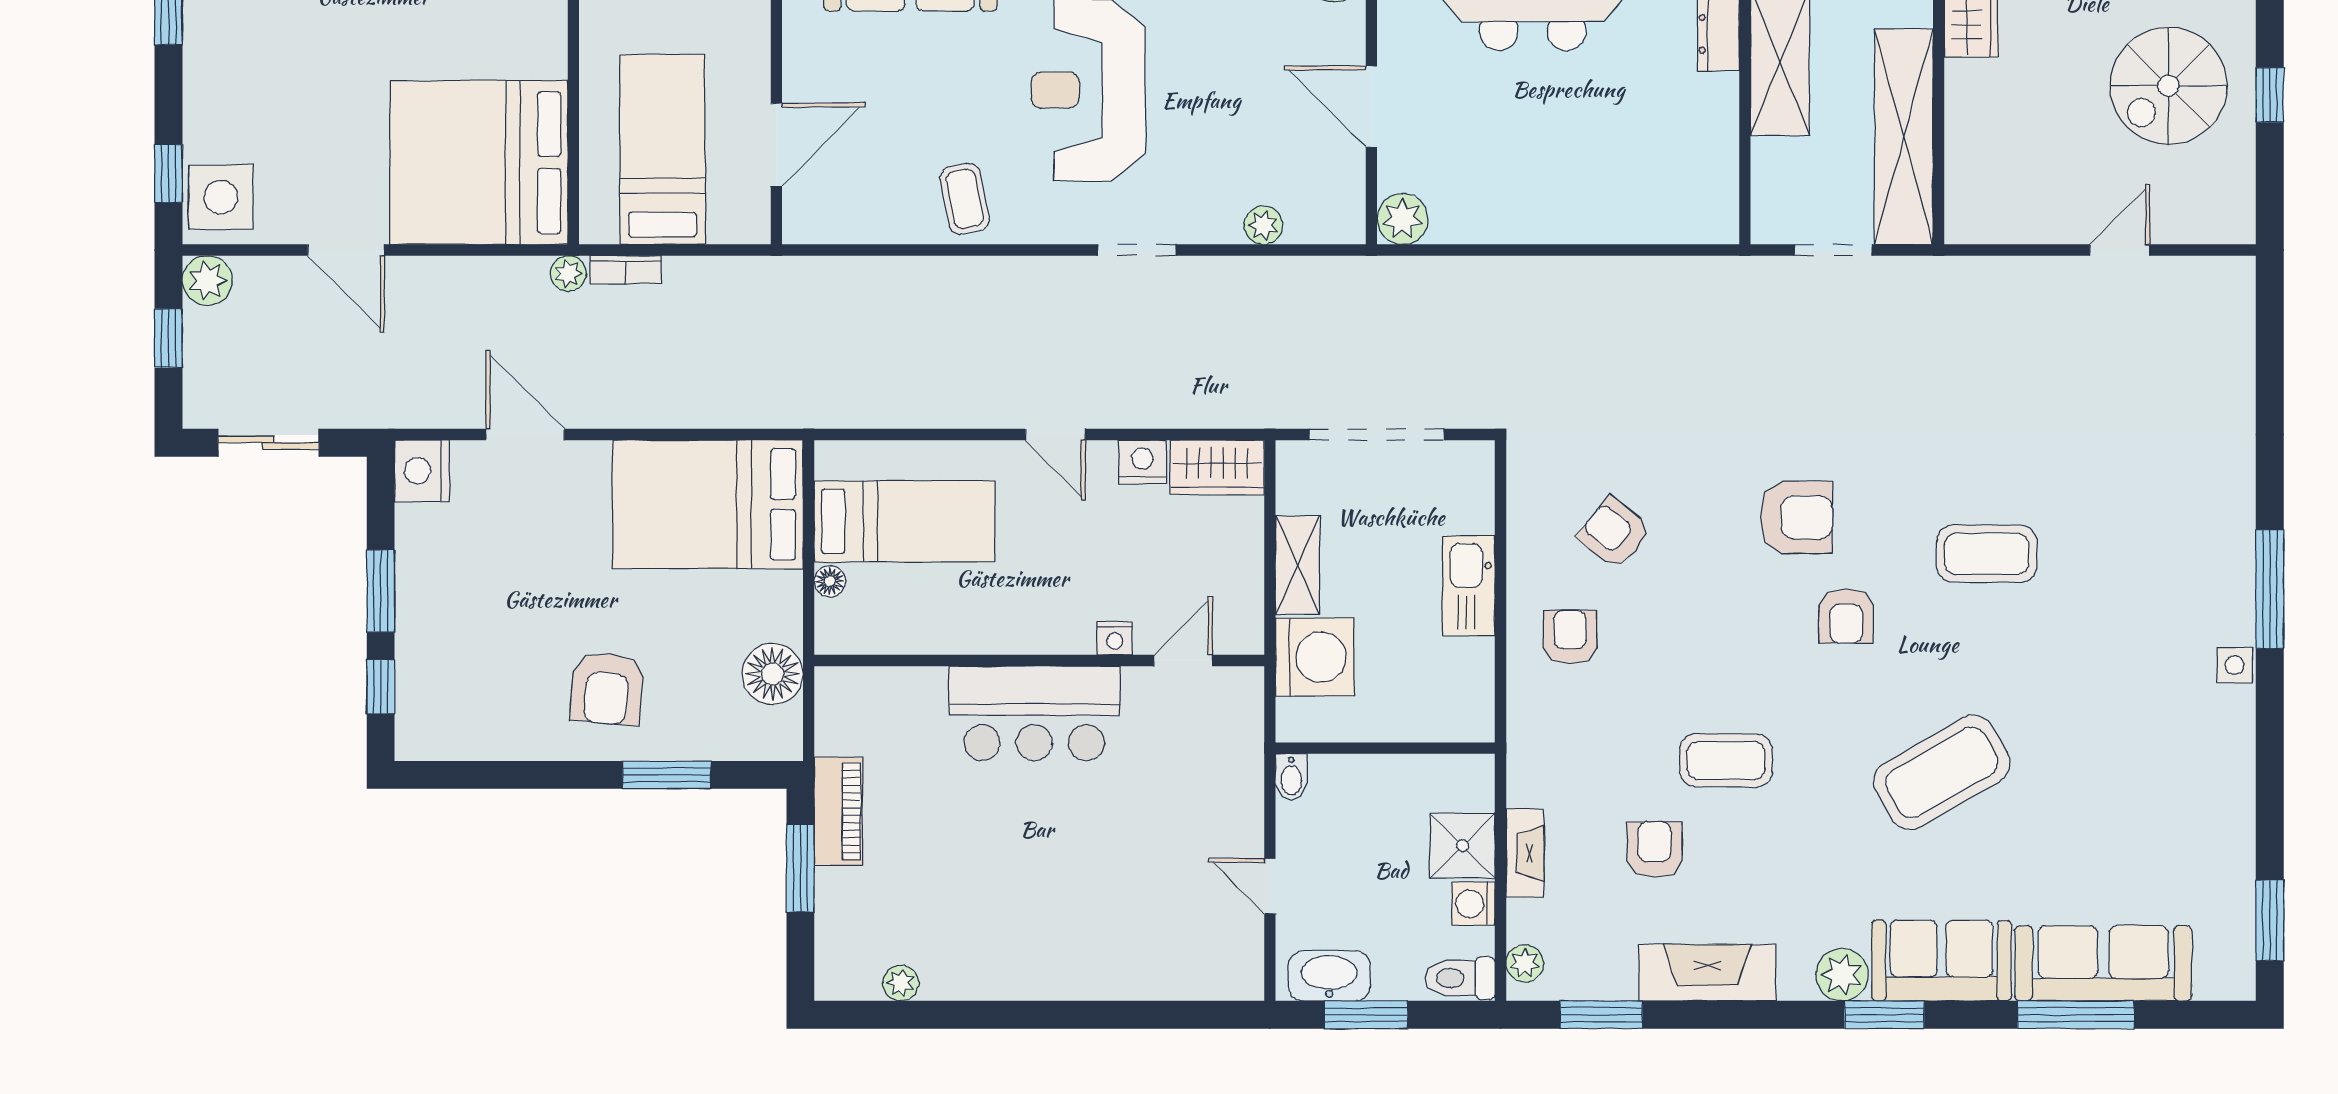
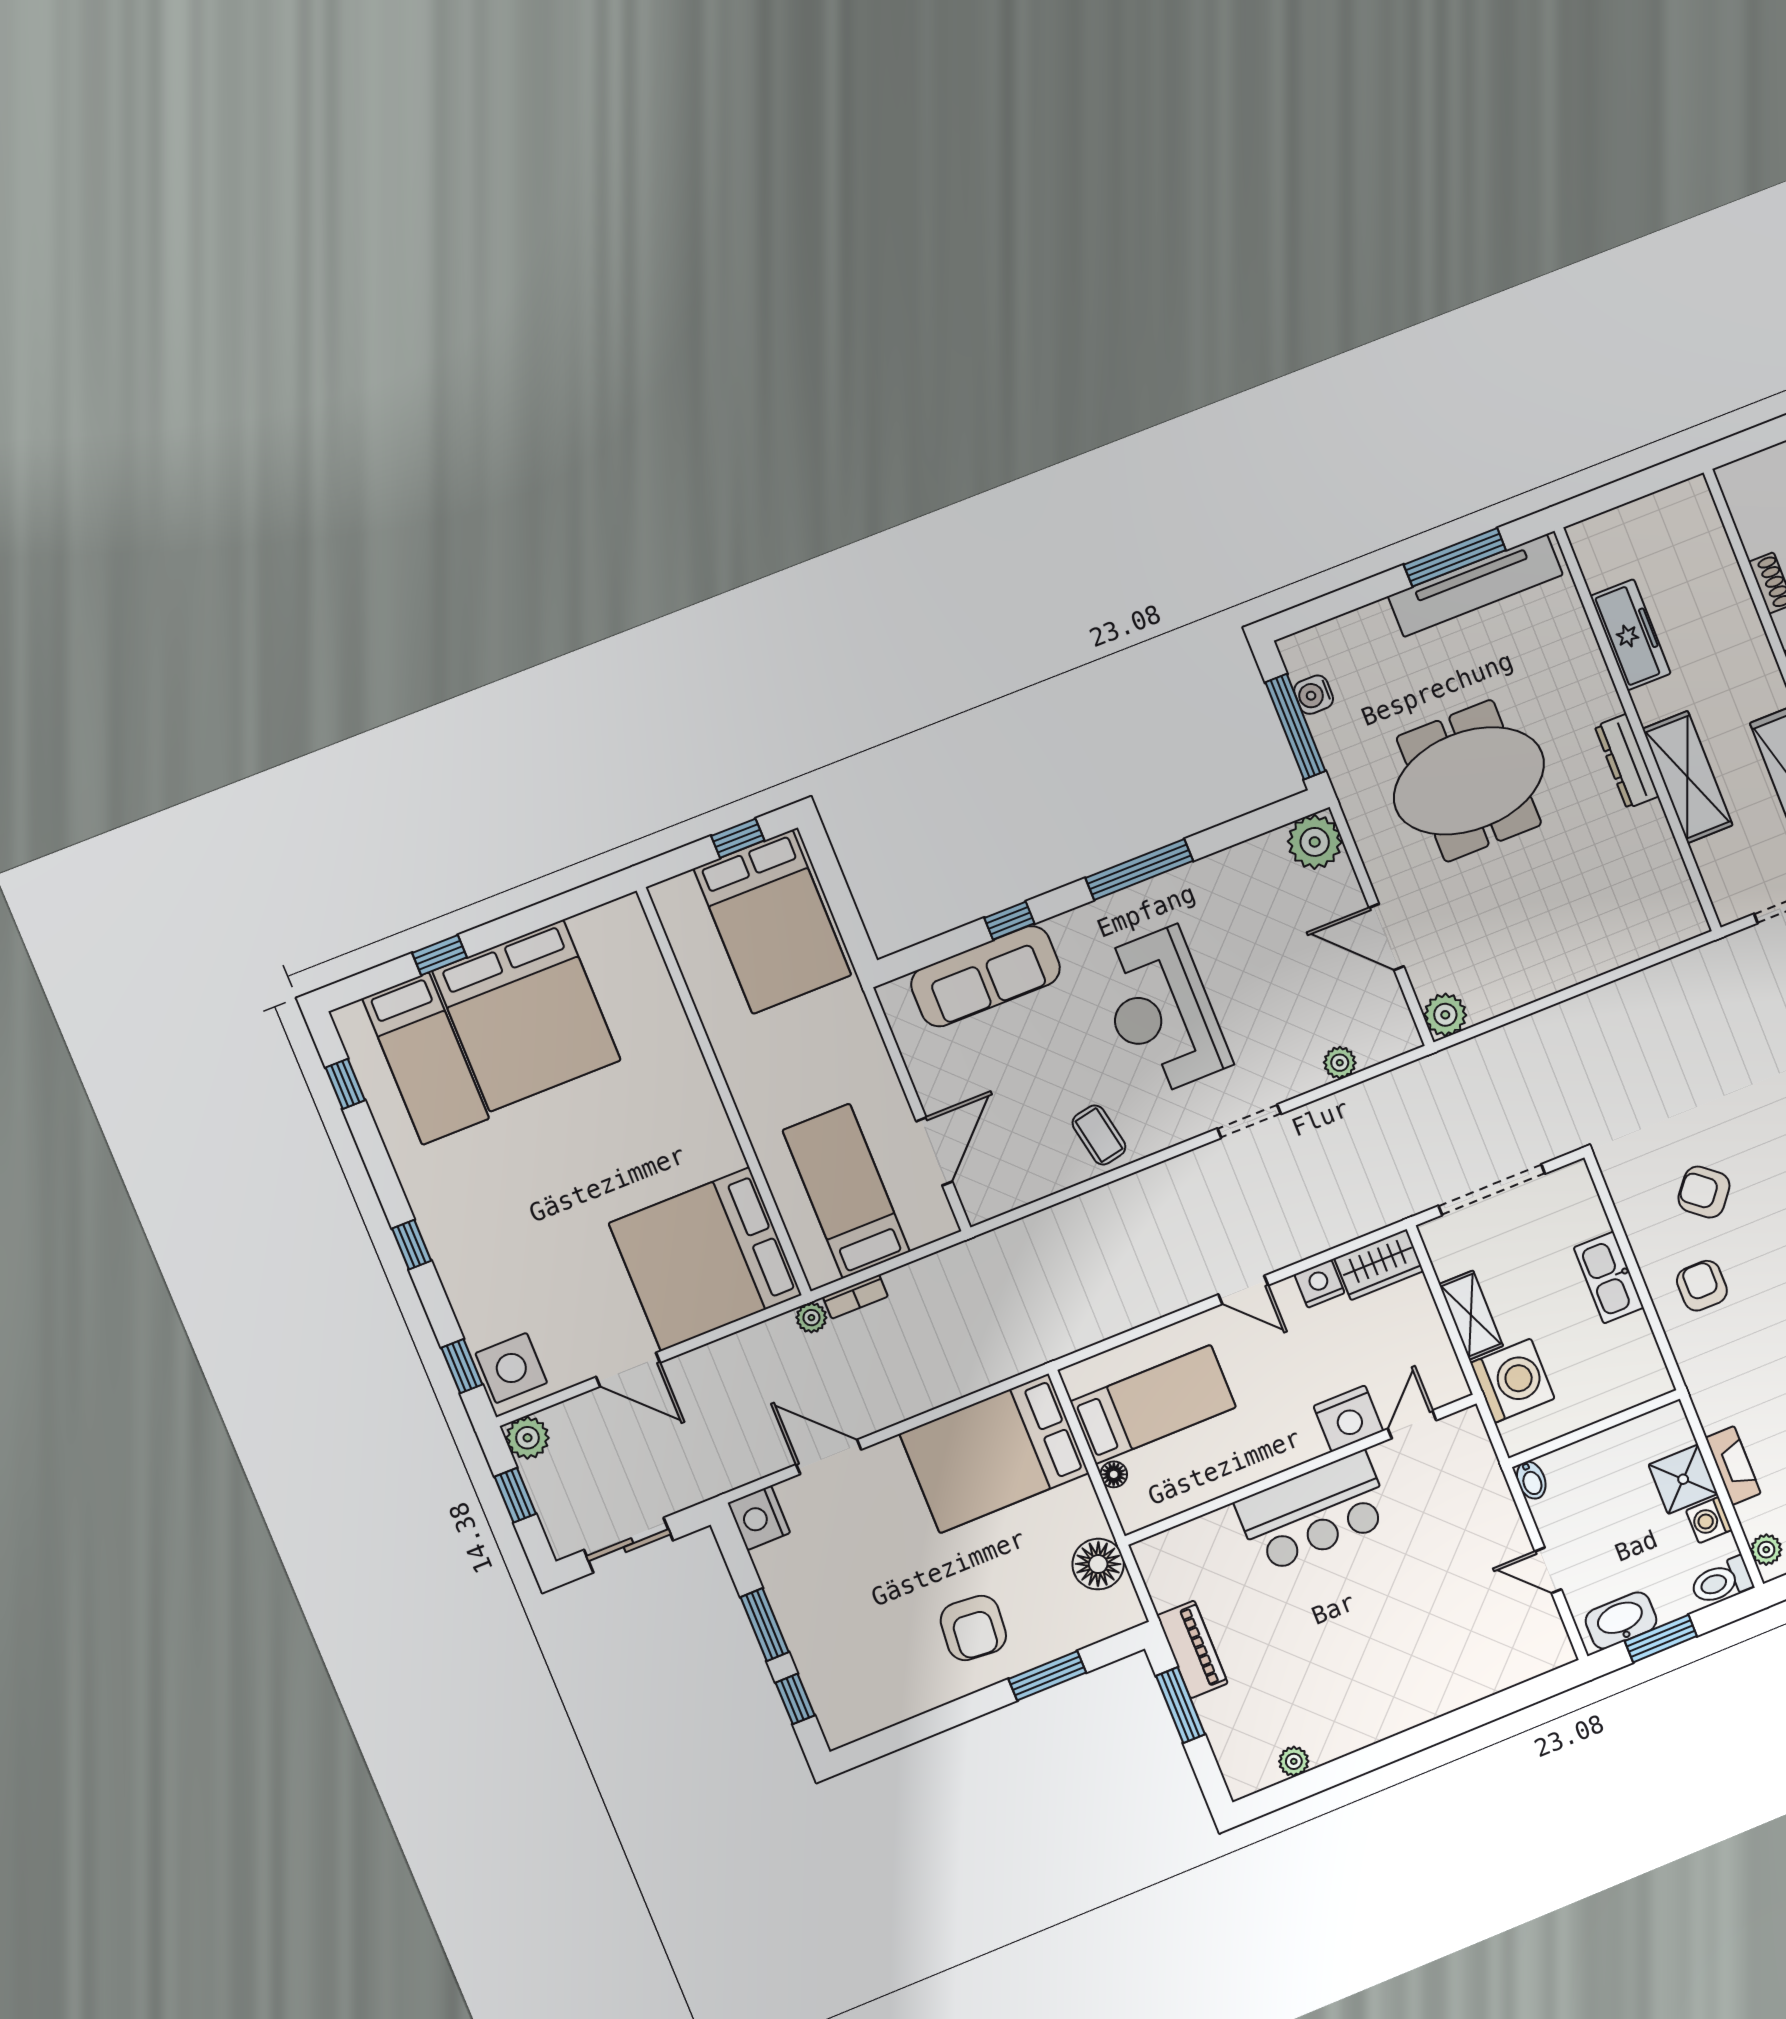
nightstand: (1115, 638) -> (1348, 1419), width x1.89, depth x1.79

